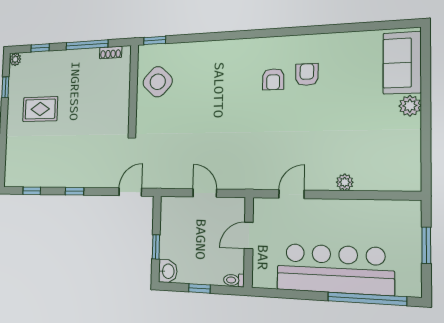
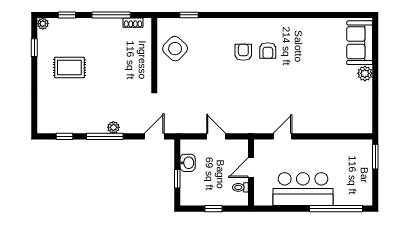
window: (155, 40) -> (189, 15), moved
armchair: (307, 75) -> (243, 52), moved
plant: (345, 182) -> (113, 127), moved
window: (75, 191) -> (105, 136), width x2.17
window: (426, 245) -> (375, 157), moved
bar counter: (335, 269) -> (303, 189), width x0.73
washbasin: (168, 271) -> (188, 163), moved
toilet: (234, 280) -> (240, 187), moved

